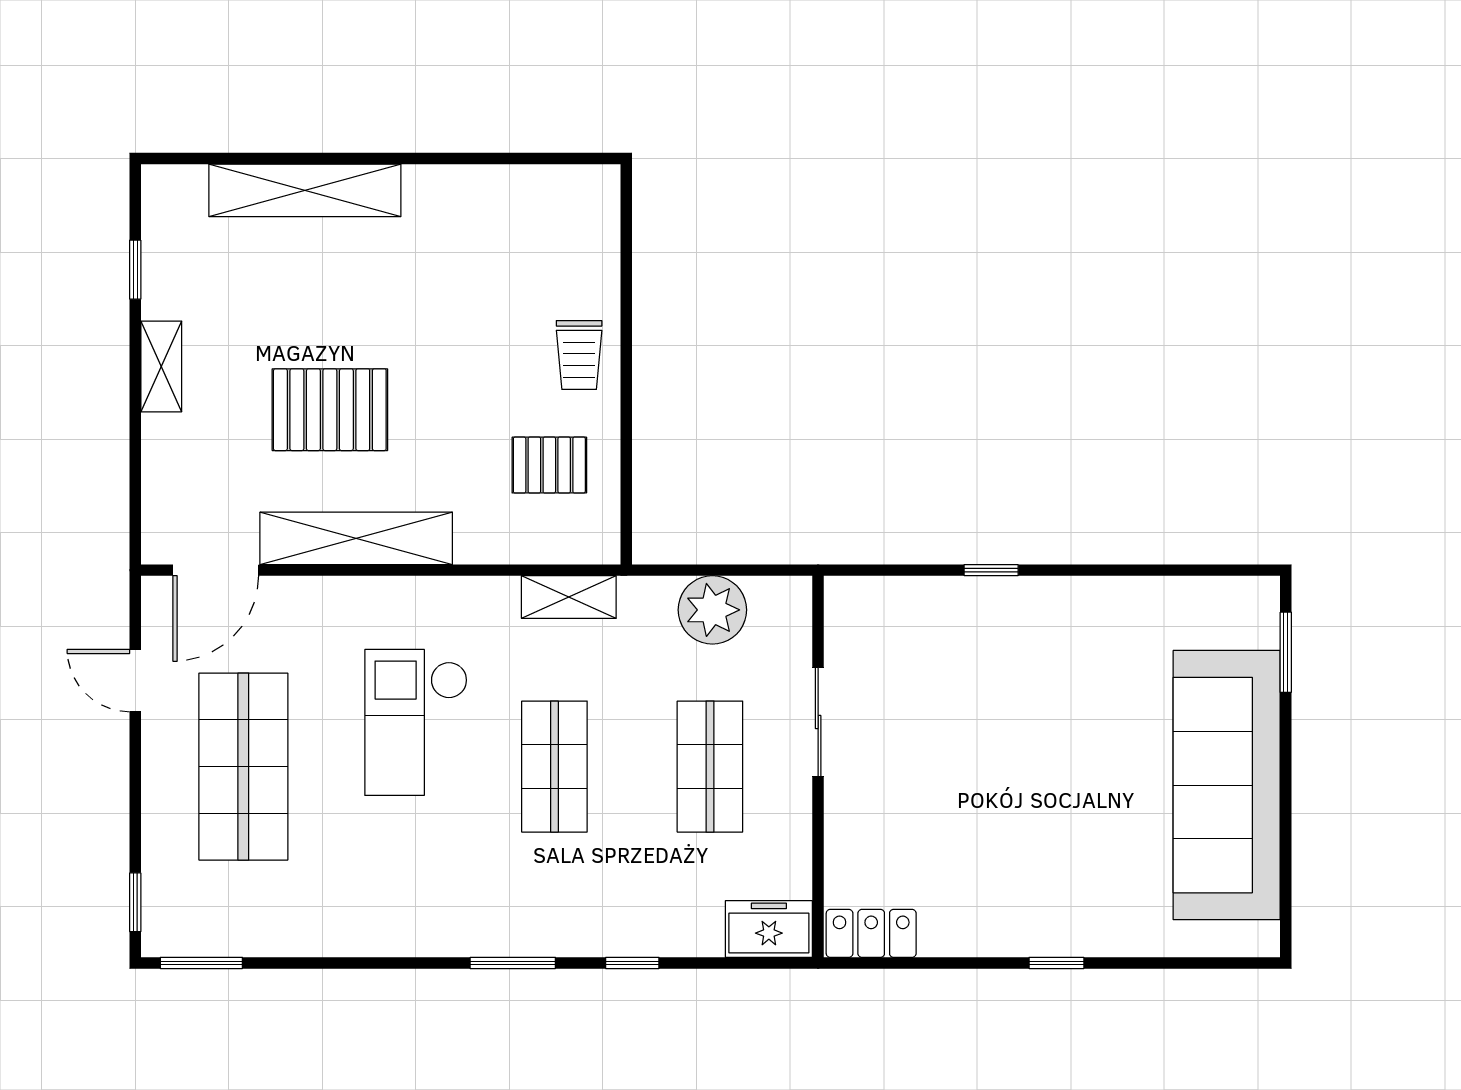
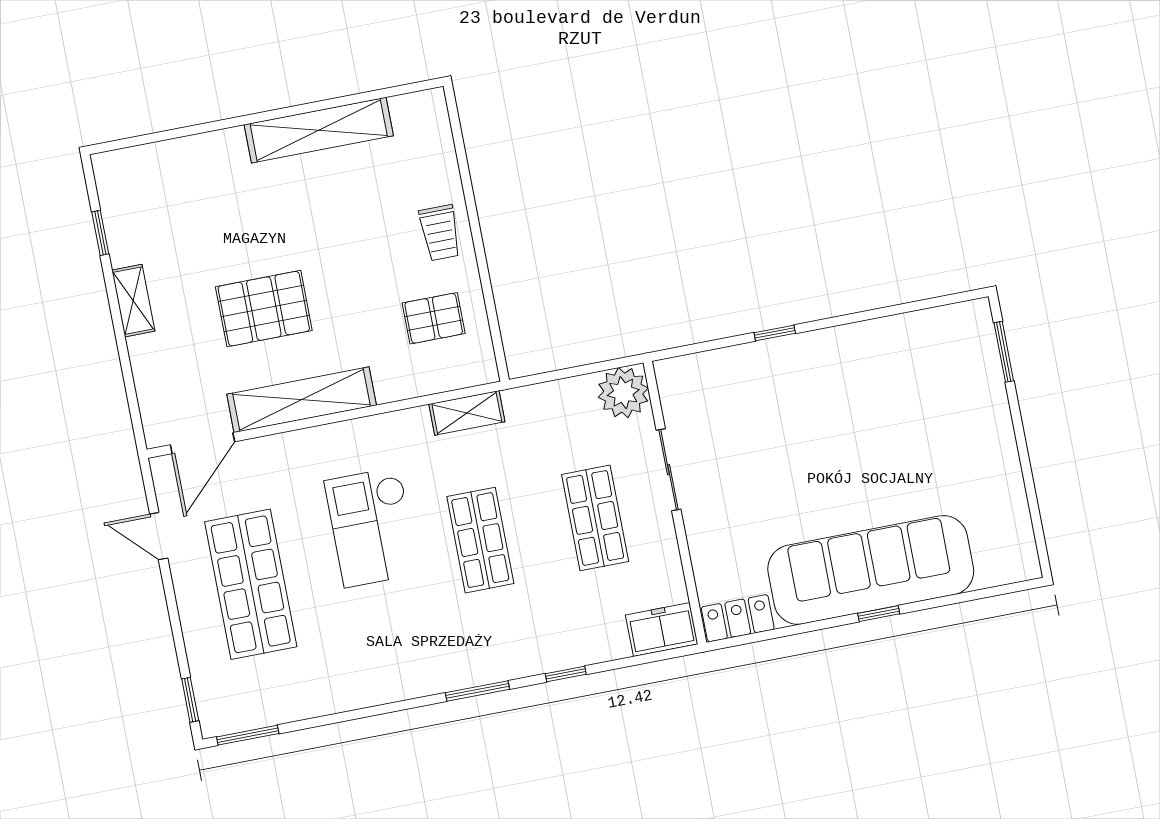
shelving: (305, 190) -> (319, 130), moved
plant: (712, 610) -> (623, 393), moved
sofa: (1227, 785) -> (871, 570), moved, turned 90

